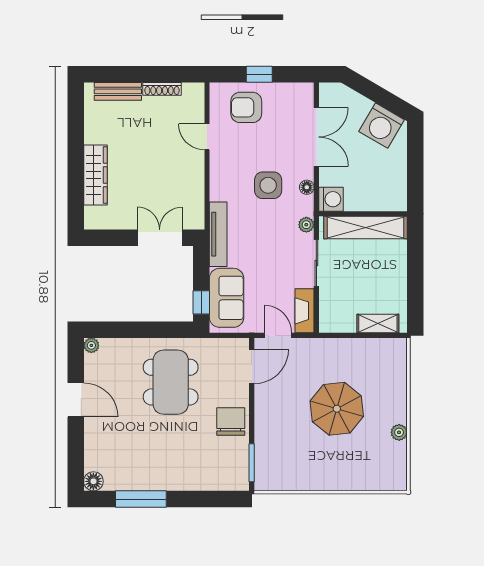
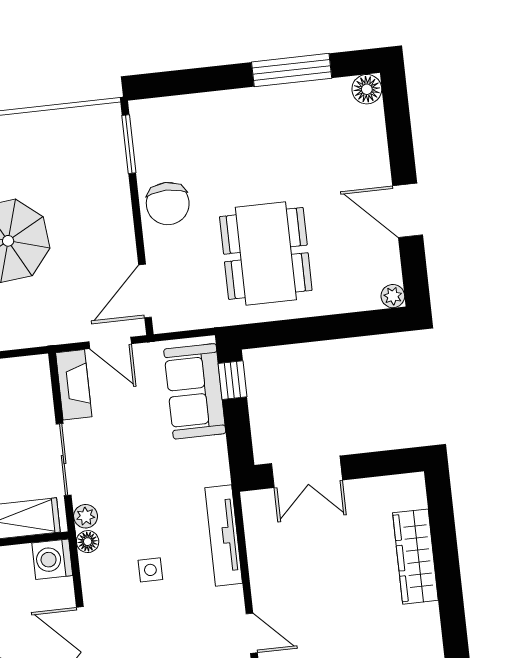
side table: (268, 185) -> (150, 570), width x0.54, depth x0.54
floor lamp: (307, 187) -> (88, 542), moved
tv unit: (218, 234) -> (224, 536), moved

